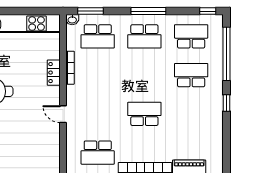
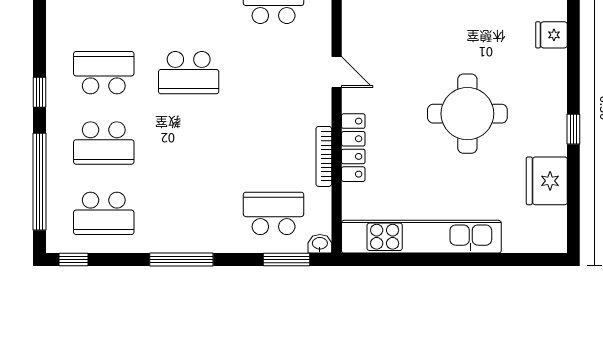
school desk: (144, 36) -> (104, 73), moved
locker: (54, 73) -> (353, 148), width x1.53

